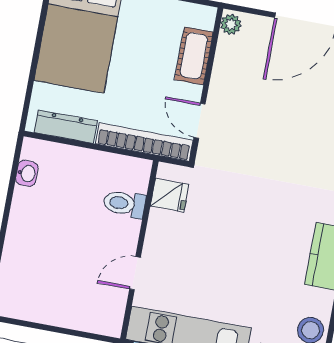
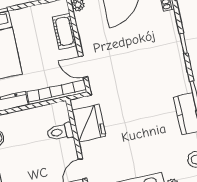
fridge: (169, 195) -> (89, 123), width x1.88, depth x1.34

